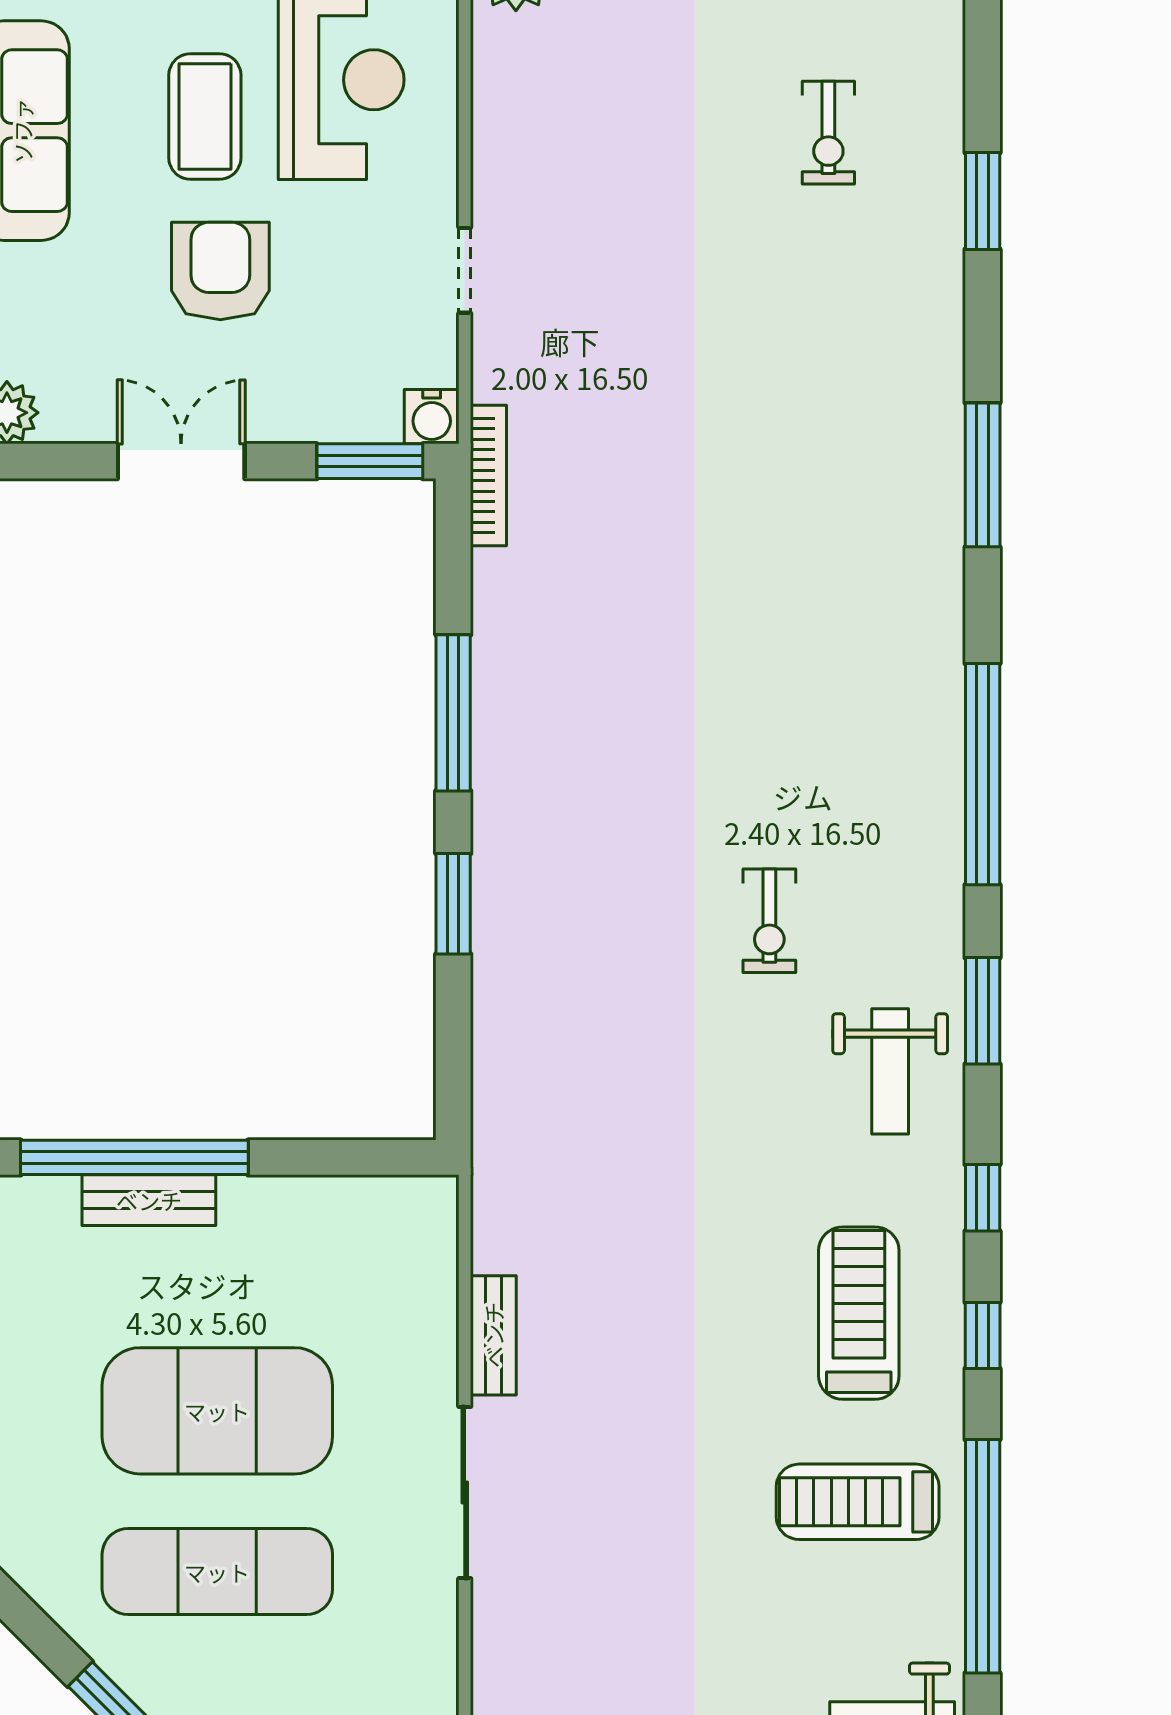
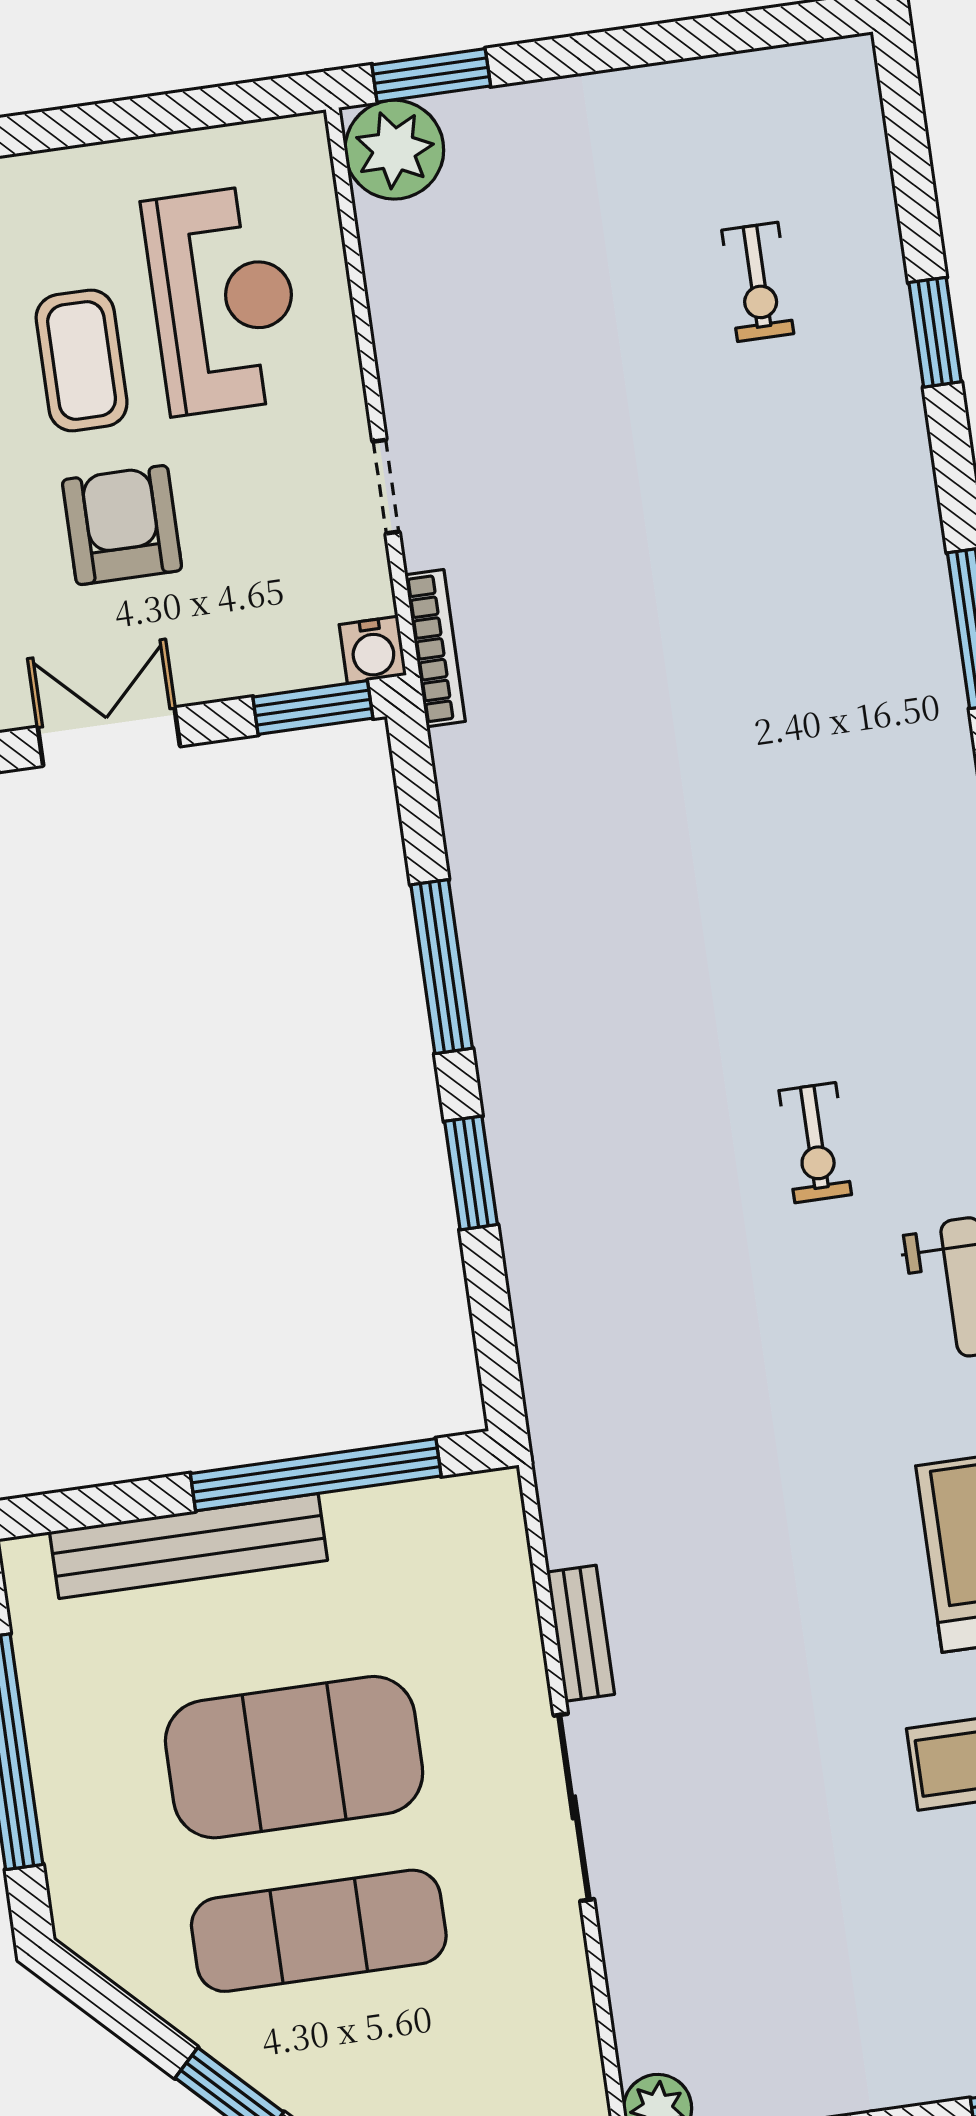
bookcase: (488, 475) -> (435, 648), moved
window: (134, 1157) -> (316, 1475), moved
bench: (149, 1200) -> (189, 1546), width x1.86, depth x1.21

